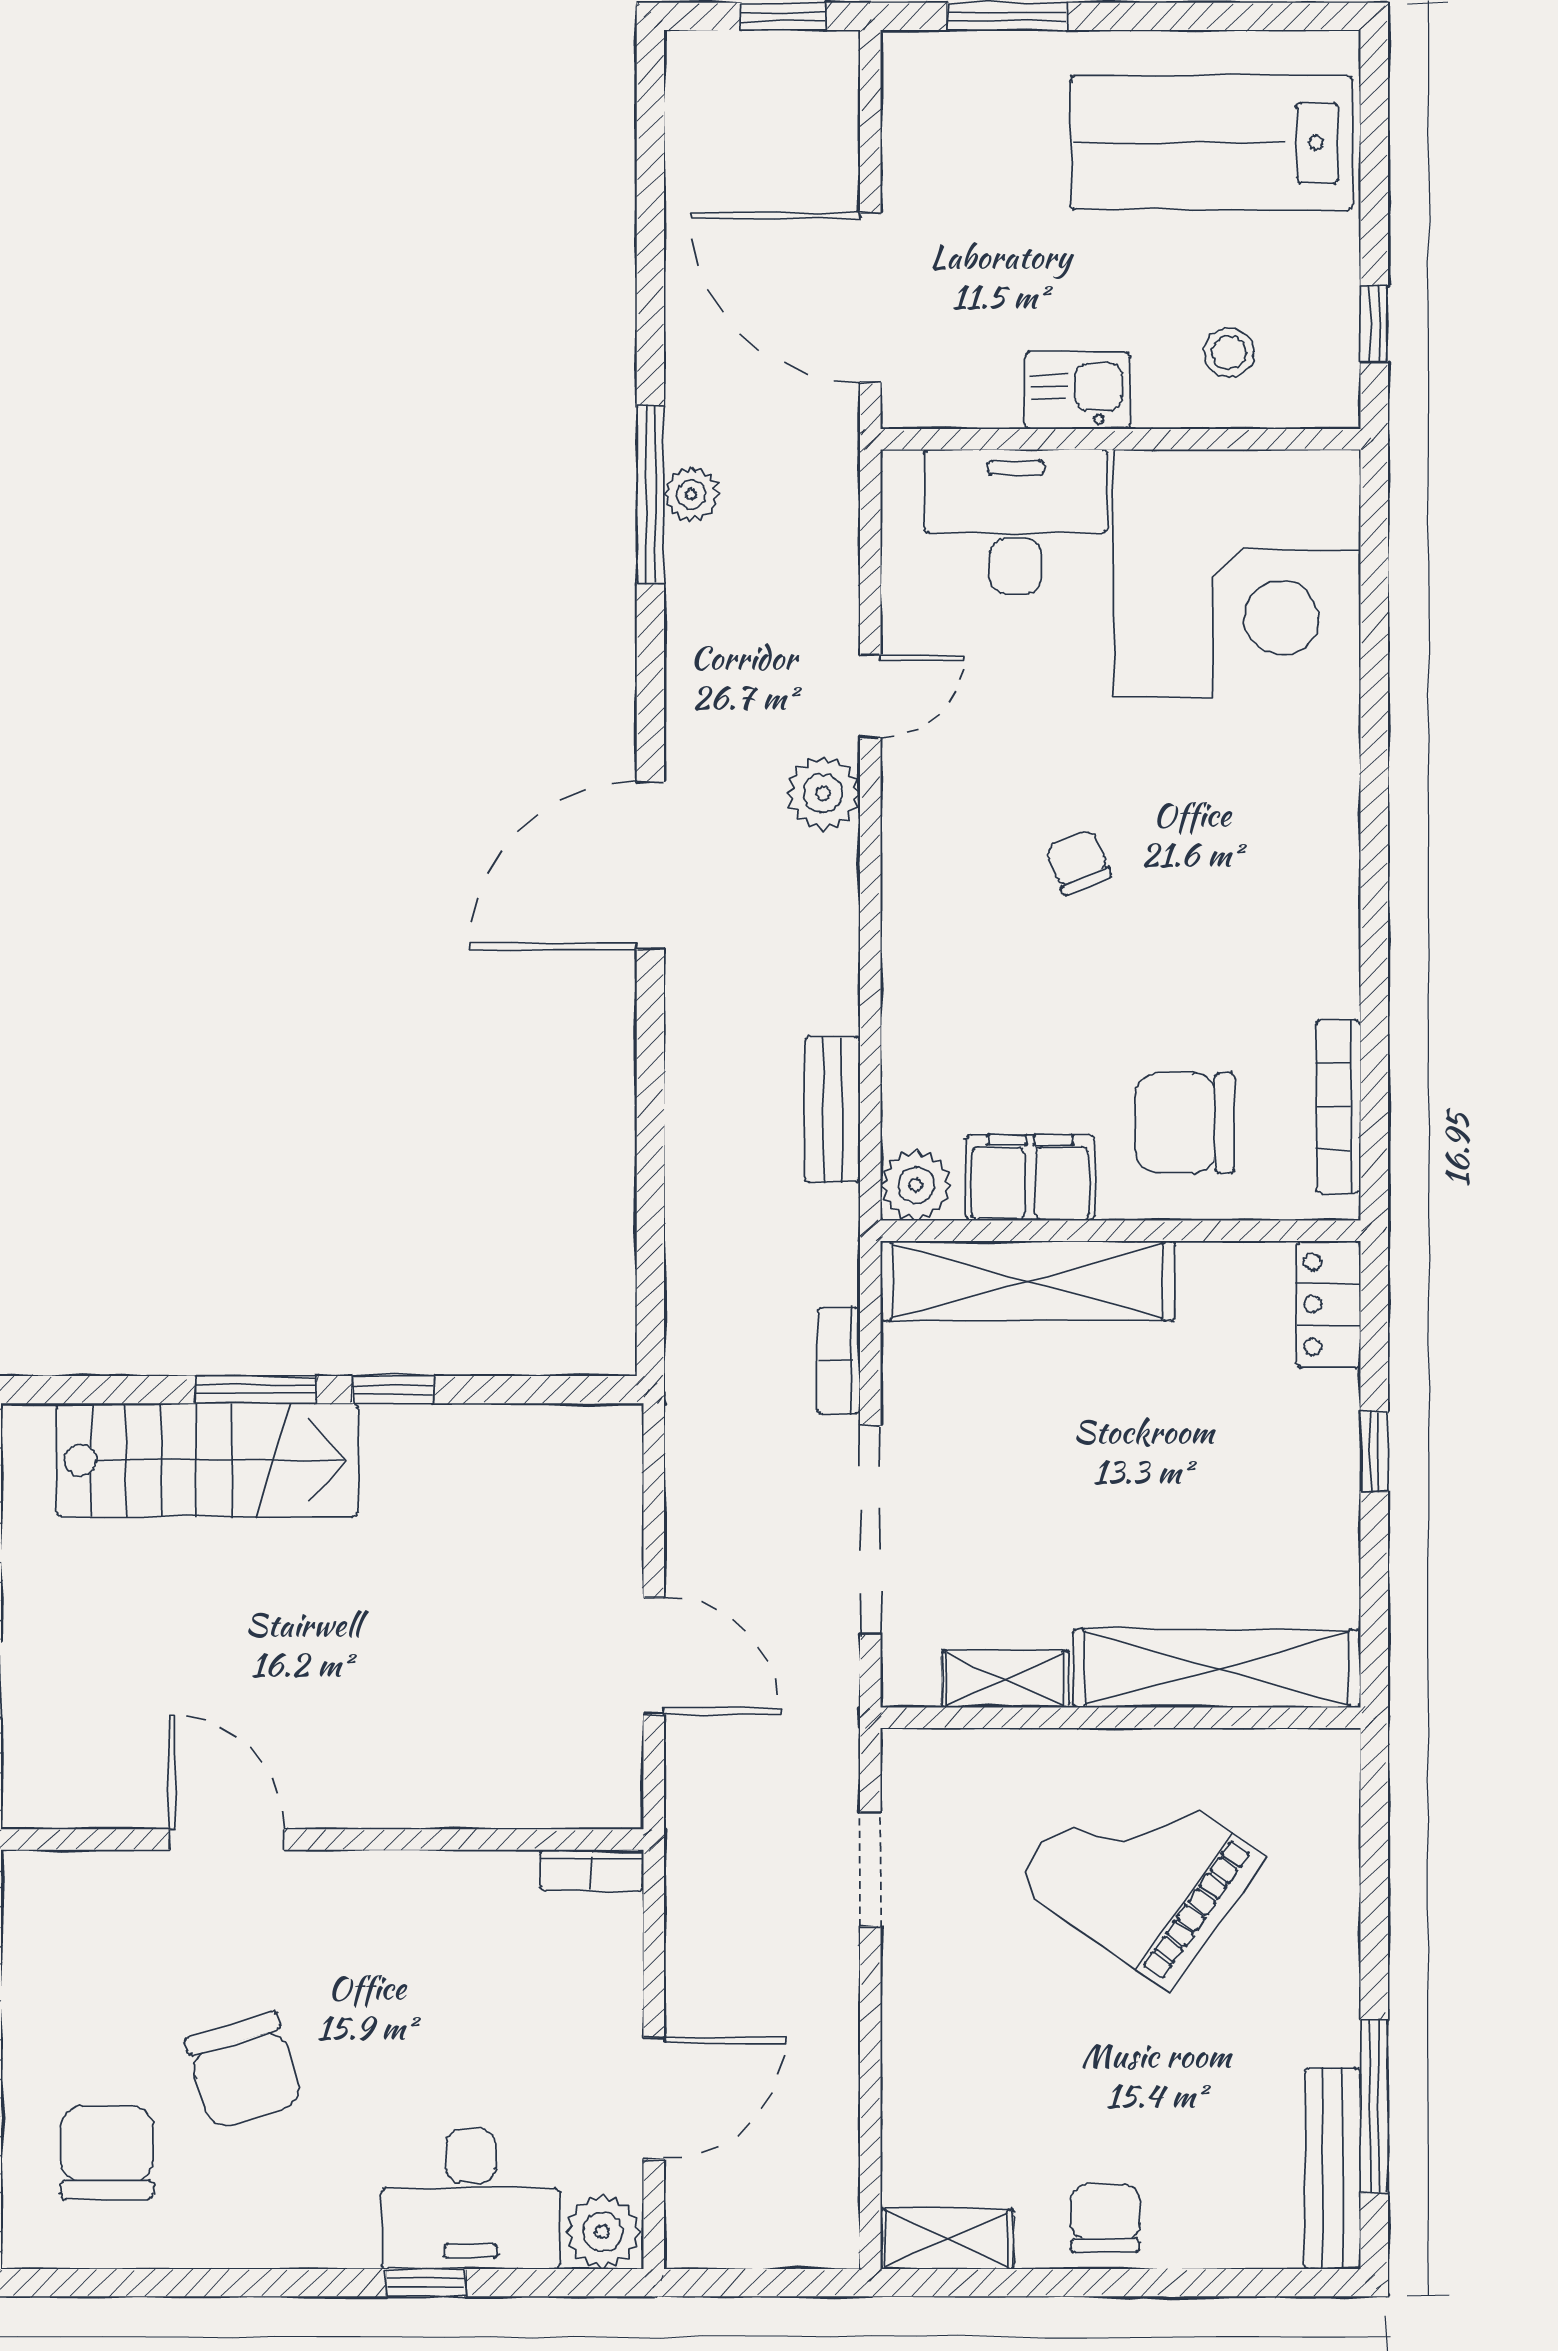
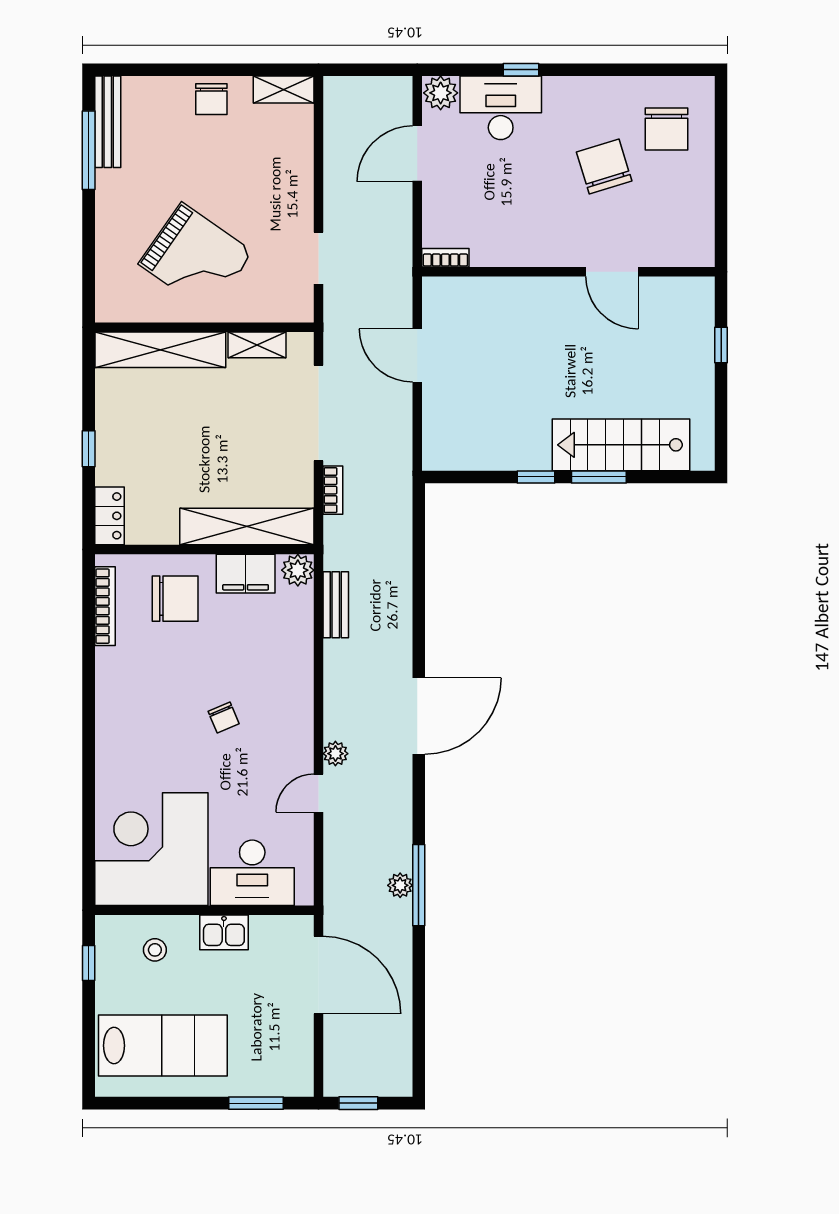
plant: (823, 793) -> (335, 754), width x0.73, depth x0.73

